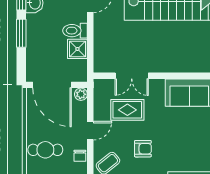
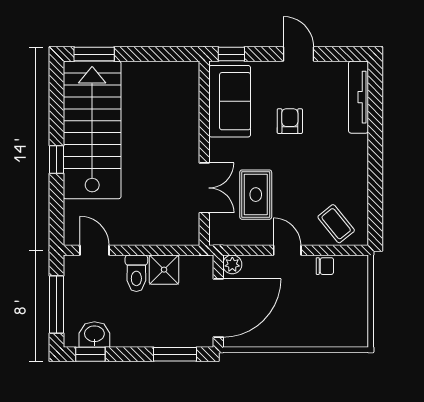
window: (21, 33) -> (175, 354), moved
armchair: (143, 149) -> (290, 121), moved
cafe table: (45, 150) -> (316, 318), removed

